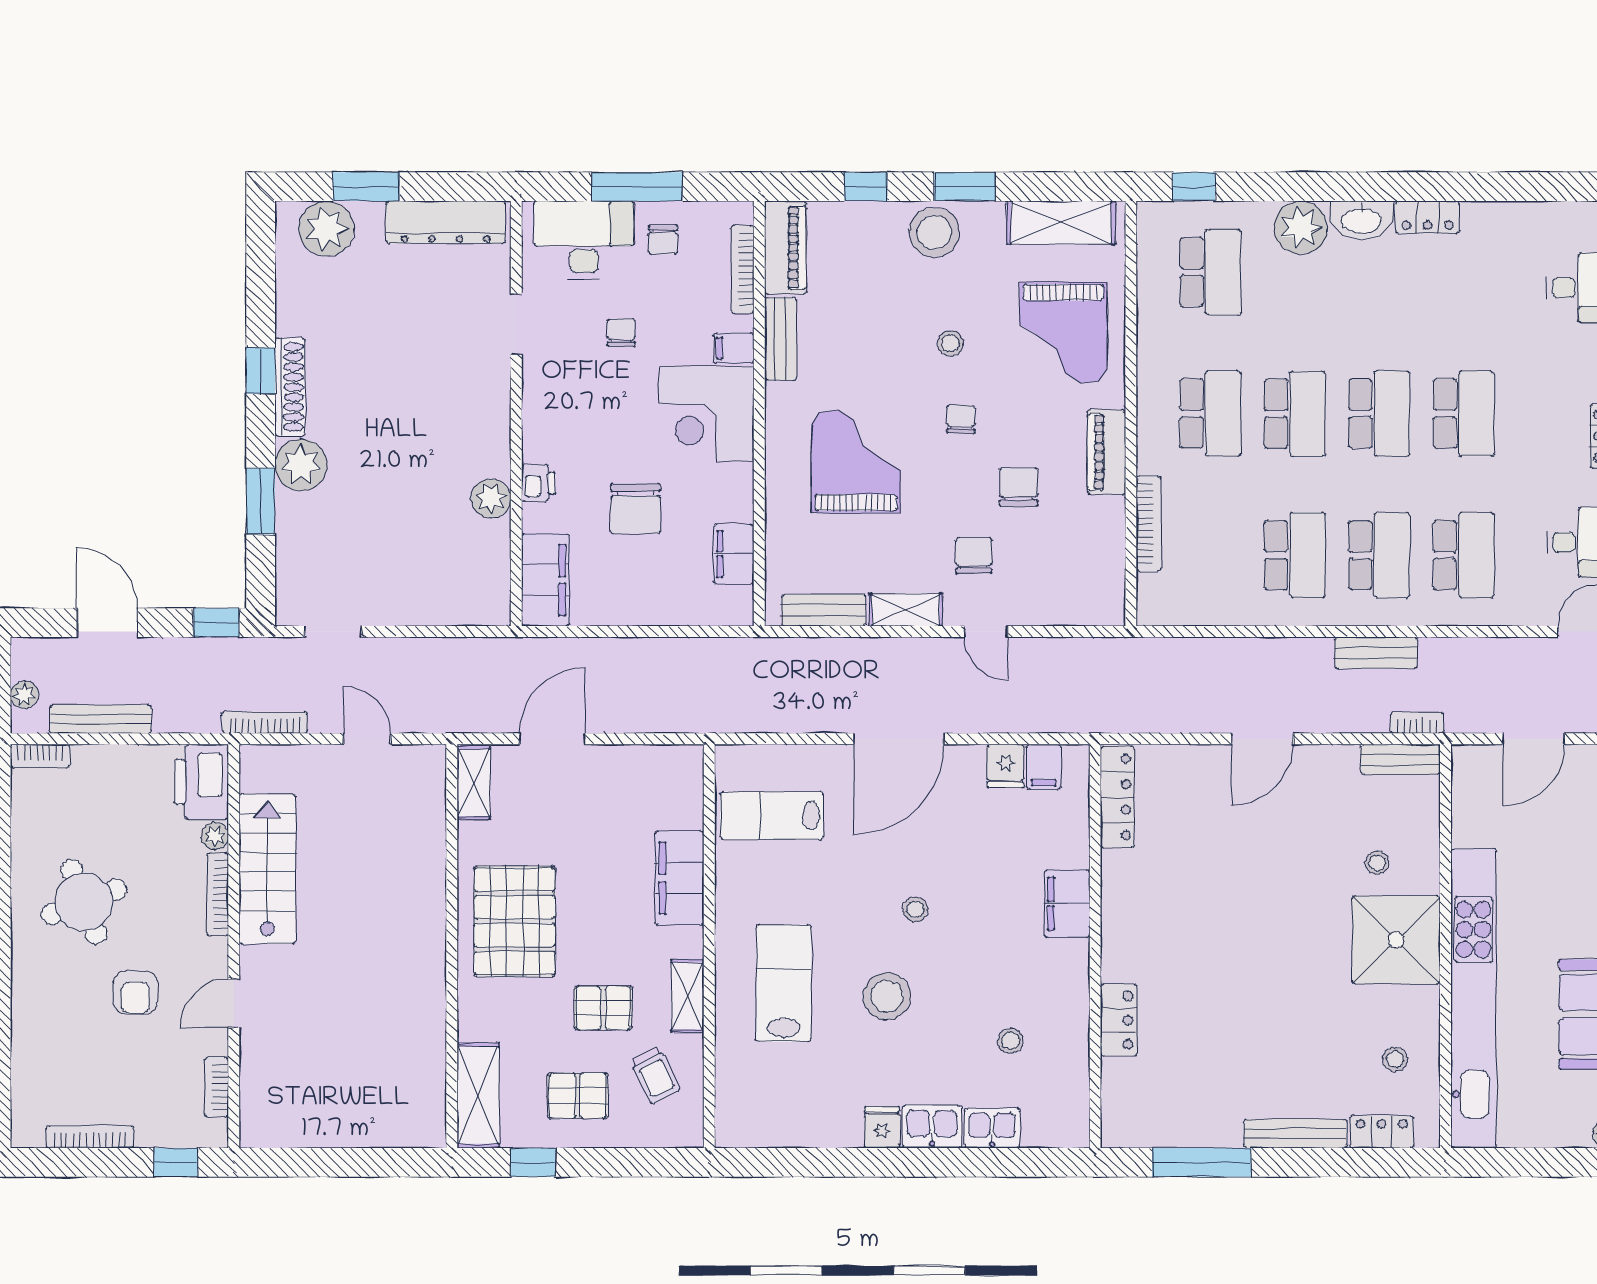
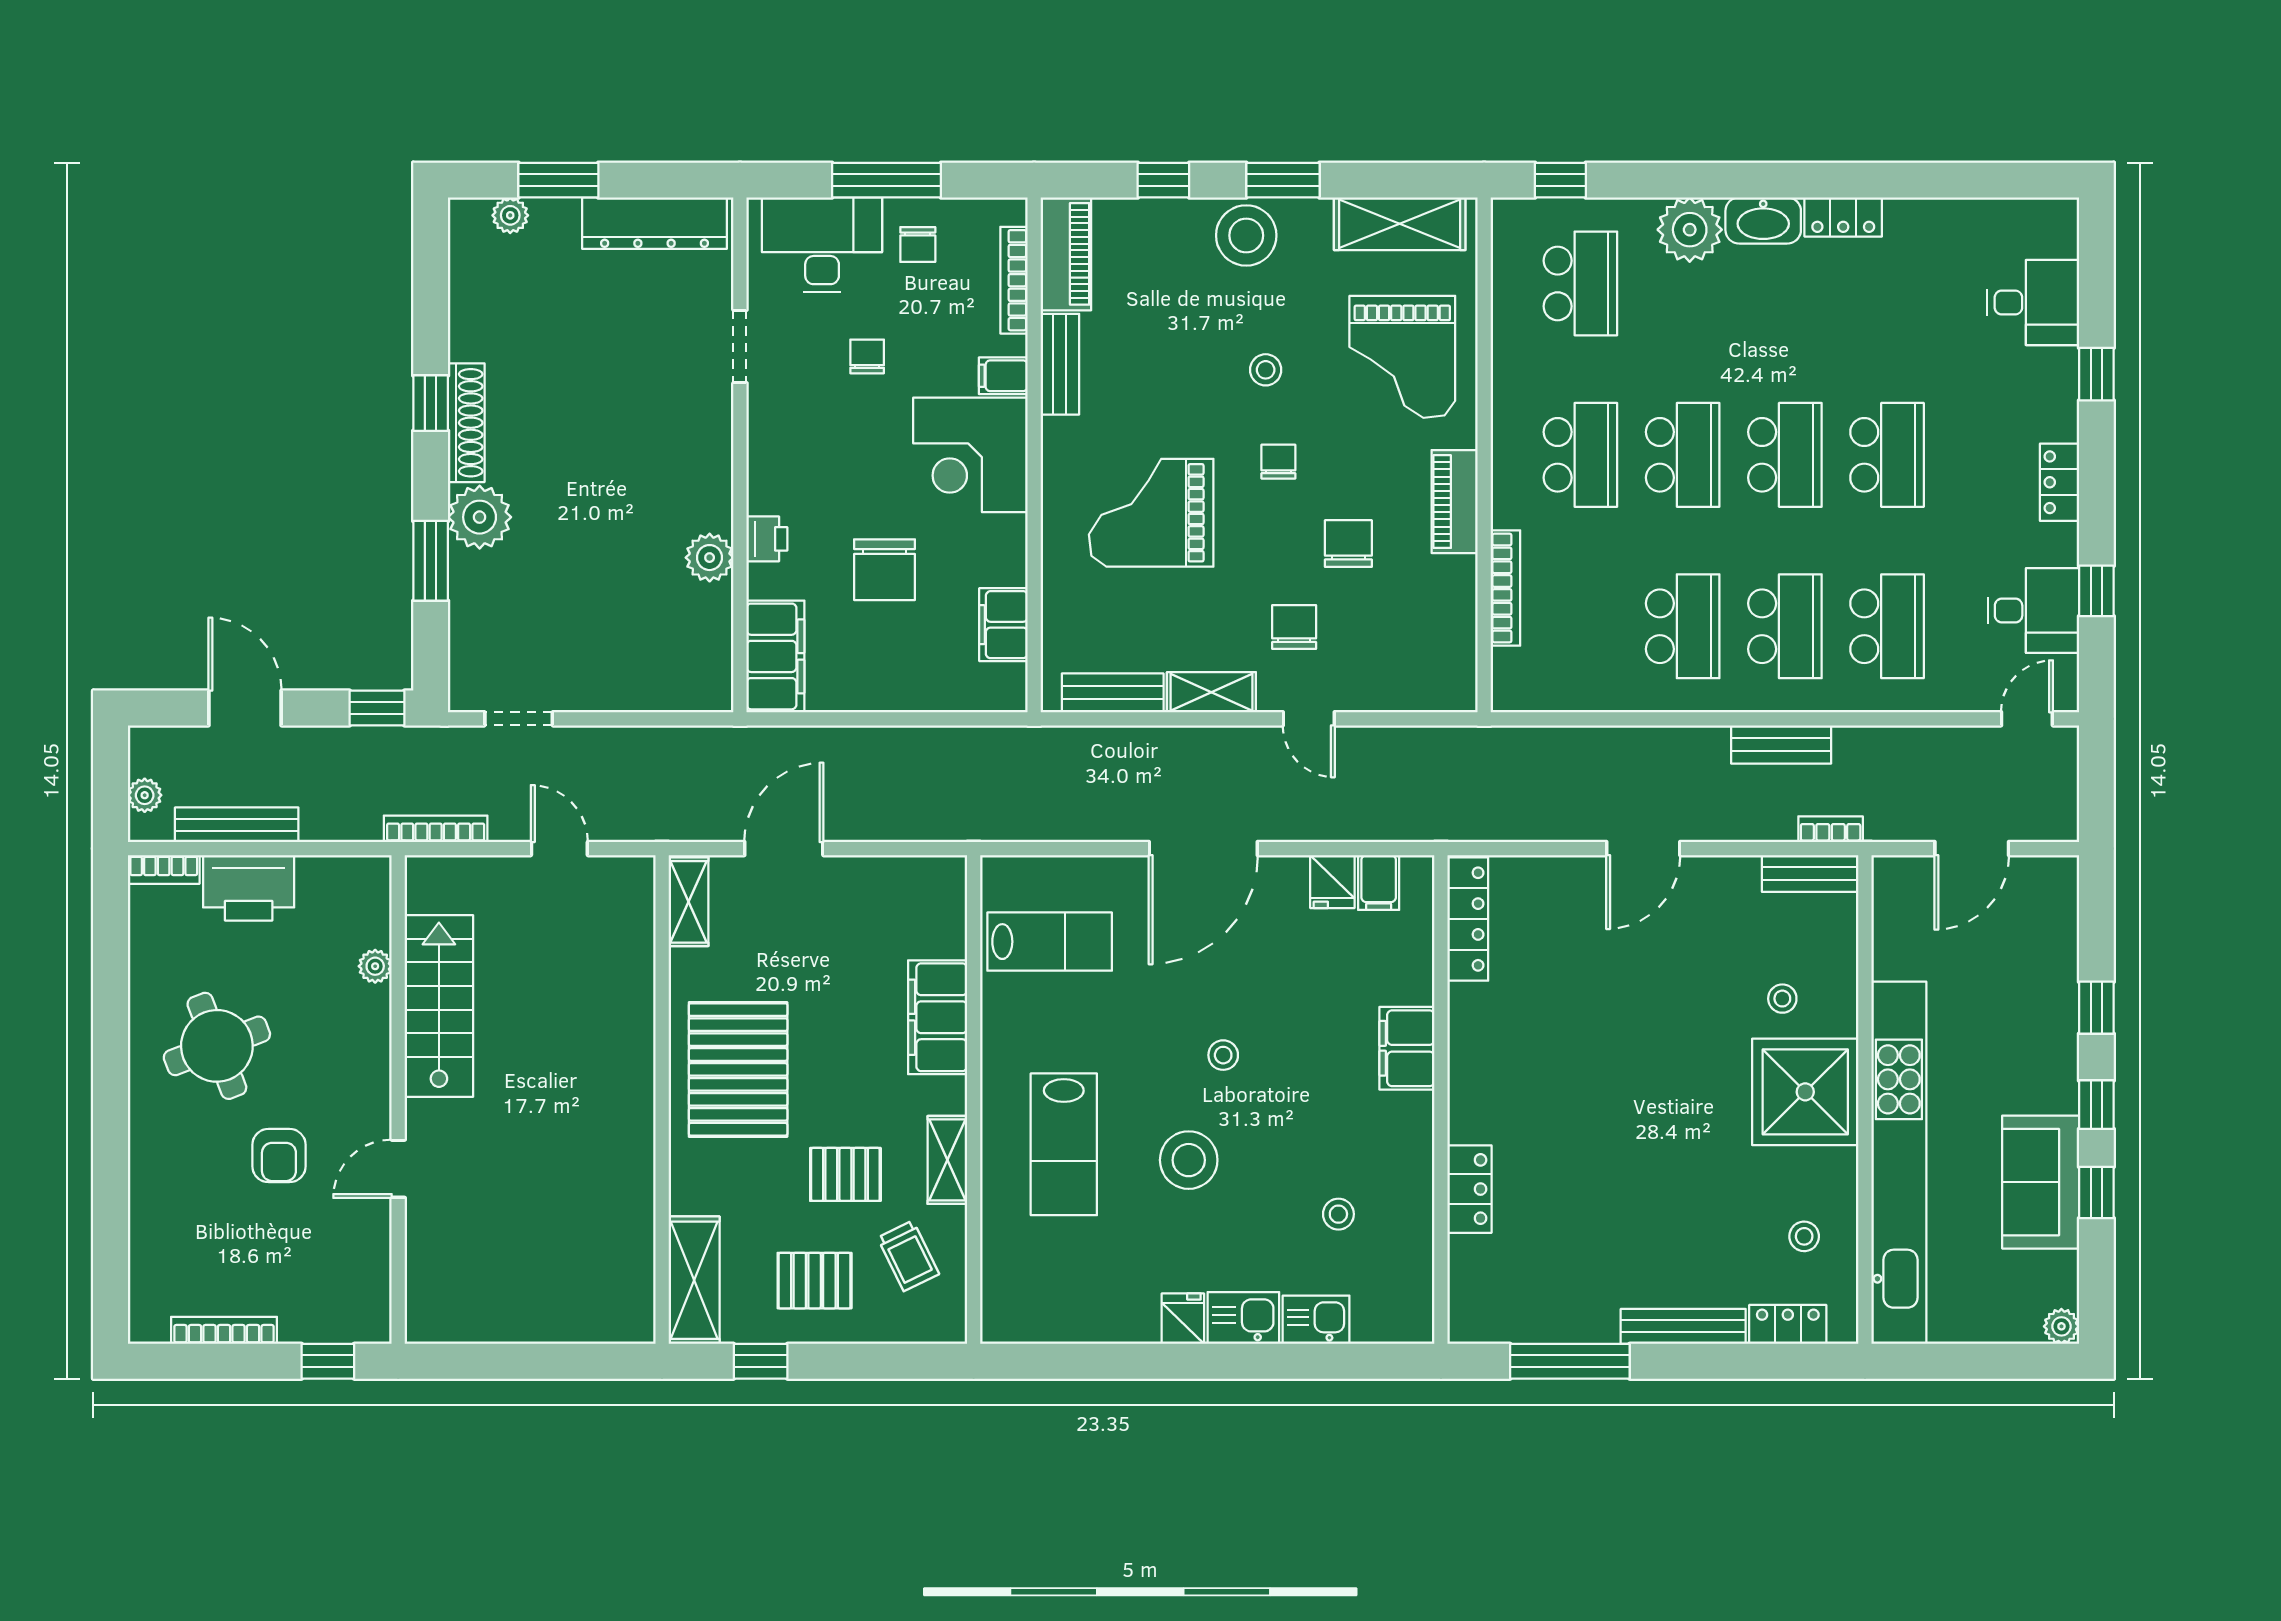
plant: (326, 229) -> (510, 215), width x0.53, depth x0.53
grand piano: (856, 461) -> (1151, 513), turned -90
printer: (201, 782) -> (249, 888), moved, turned -90
lab bench: (772, 816) -> (1050, 942), turned 180
bookcase: (218, 894) -> (379, 1037), removed
lab bench: (784, 983) -> (1064, 1144), turned 180
bookcase: (217, 1087) -> (377, 1270), removed

